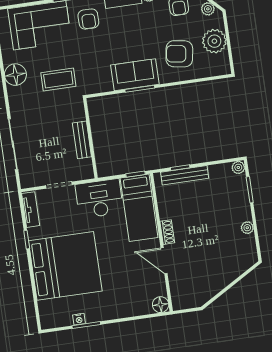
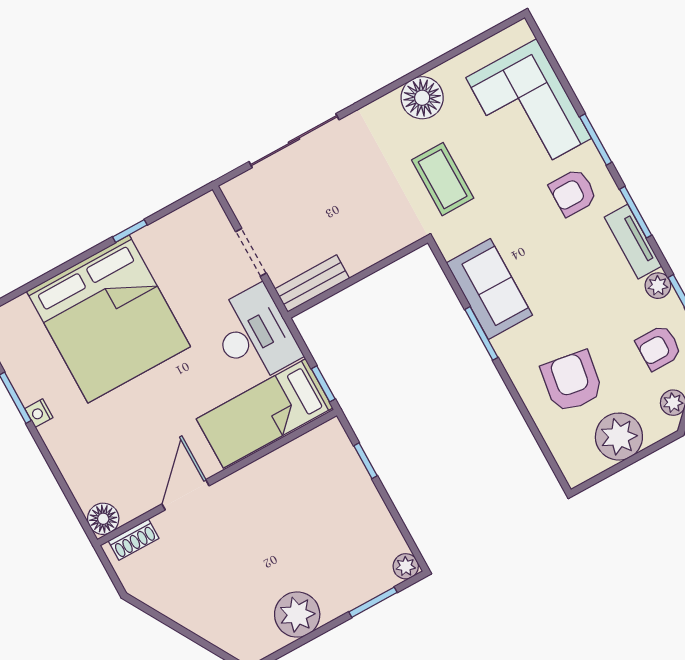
sofa: (135, 75) -> (489, 289), moved
bench: (82, 140) -> (312, 284), moved
bench: (185, 175) -> (355, 474), removed
tv unit: (31, 210) -> (187, 218), removed
plant: (247, 228) -> (297, 615), width x1.88, depth x1.88
shoe rack: (167, 232) -> (134, 540), moved
nightstand: (79, 319) -> (39, 413), moved

